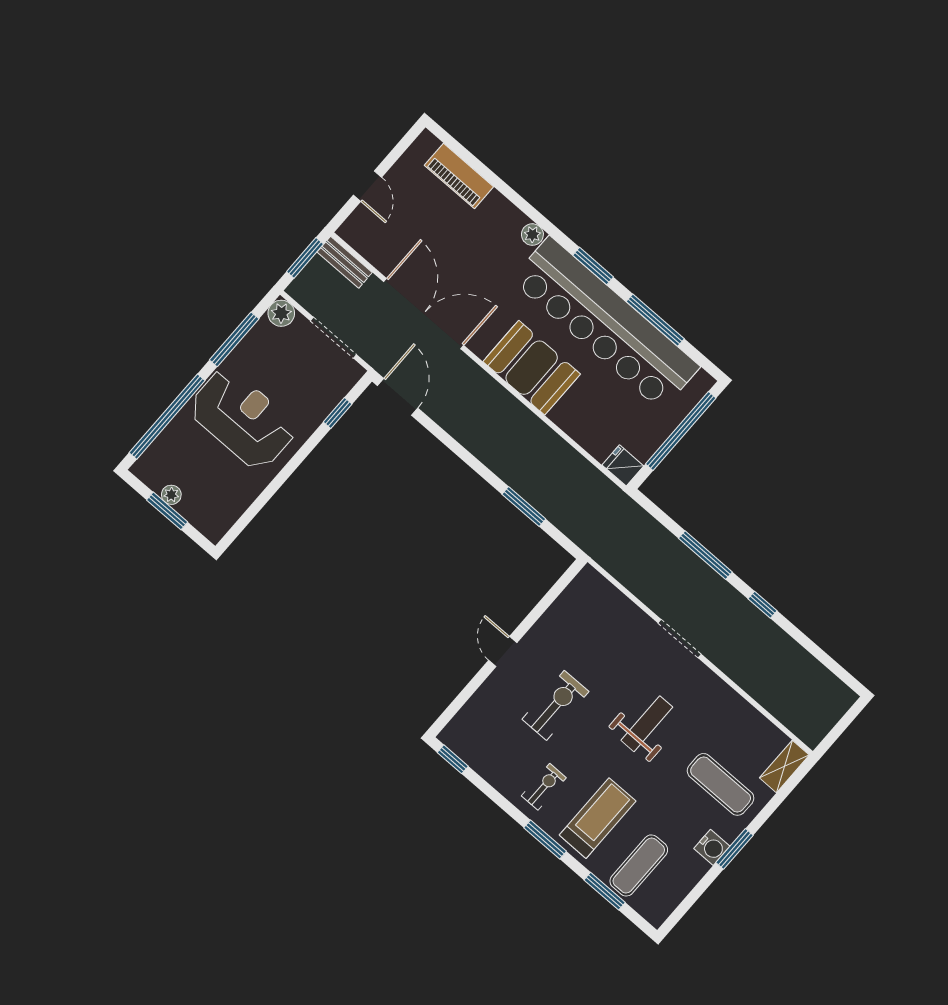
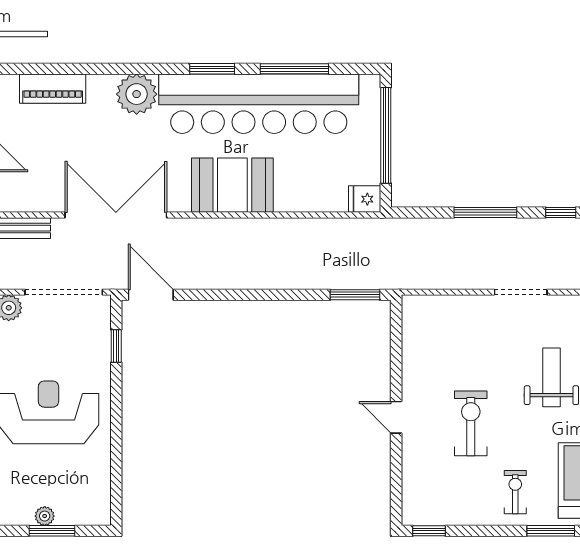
plant: (532, 235) -> (137, 94), width x1.88, depth x1.88
doorway: (333, 338) -> (64, 292), width x1.36
window: (524, 507) -> (355, 295), moved

